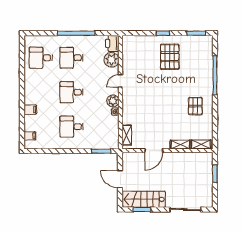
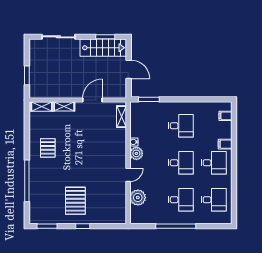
printer: (112, 43) -> (137, 215), removed
desk: (41, 92) -> (214, 163), added

